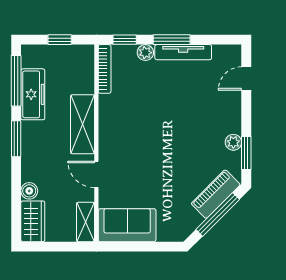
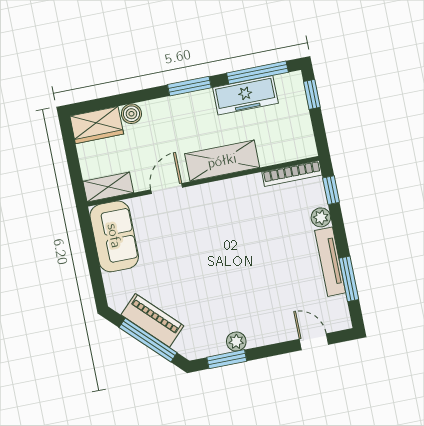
window: (60, 40) -> (312, 94), moved
window: (172, 40) -> (349, 279), moved
piano: (216, 194) -> (152, 320), moved

